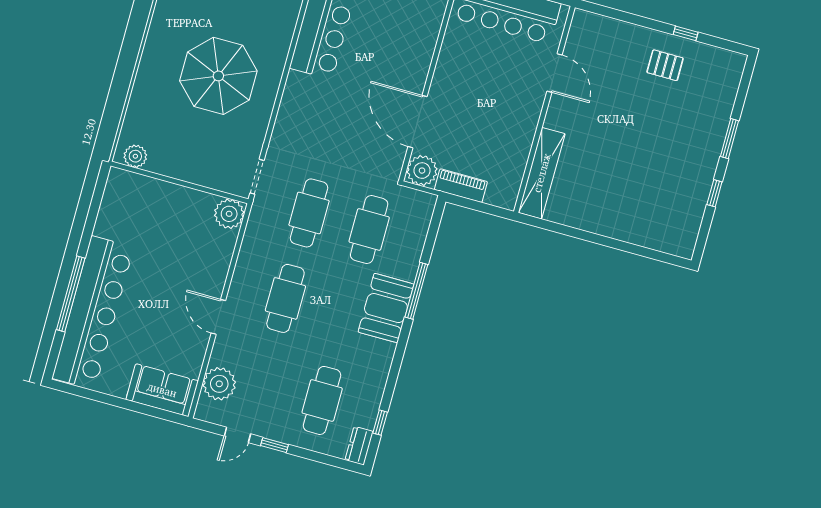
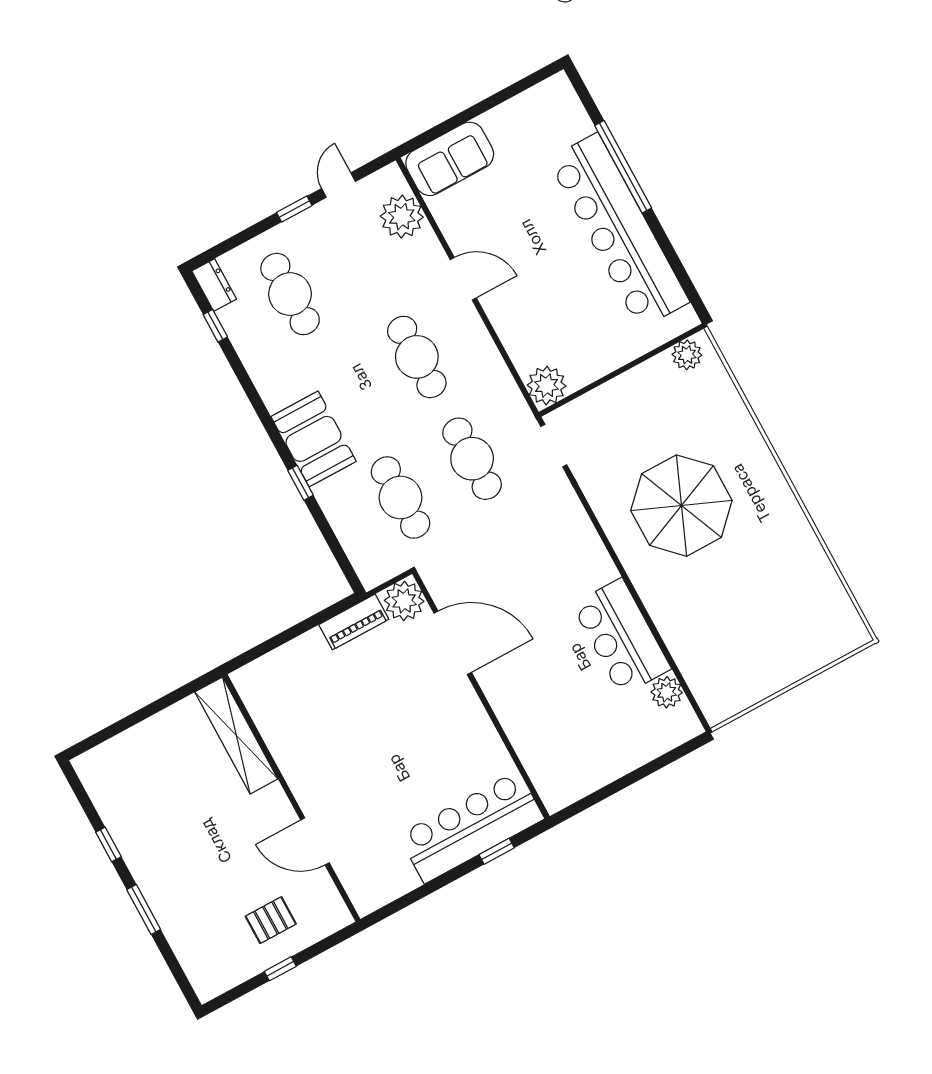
door: (555, 73) -> (315, 841), moved
wall: (544, 109) -> (291, 798), moved
shelving: (542, 173) -> (236, 735), moved
window: (416, 291) -> (300, 483), width x0.46
bar counter: (93, 313) -> (619, 231), moved

